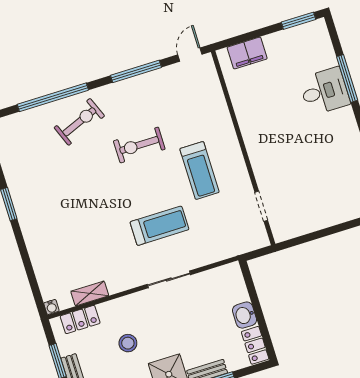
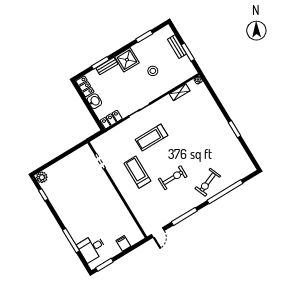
filing cabinet: (247, 53) -> (123, 243), width x0.50
desk: (324, 91) -> (92, 248), moved
locker: (80, 320) -> (111, 120), moved

